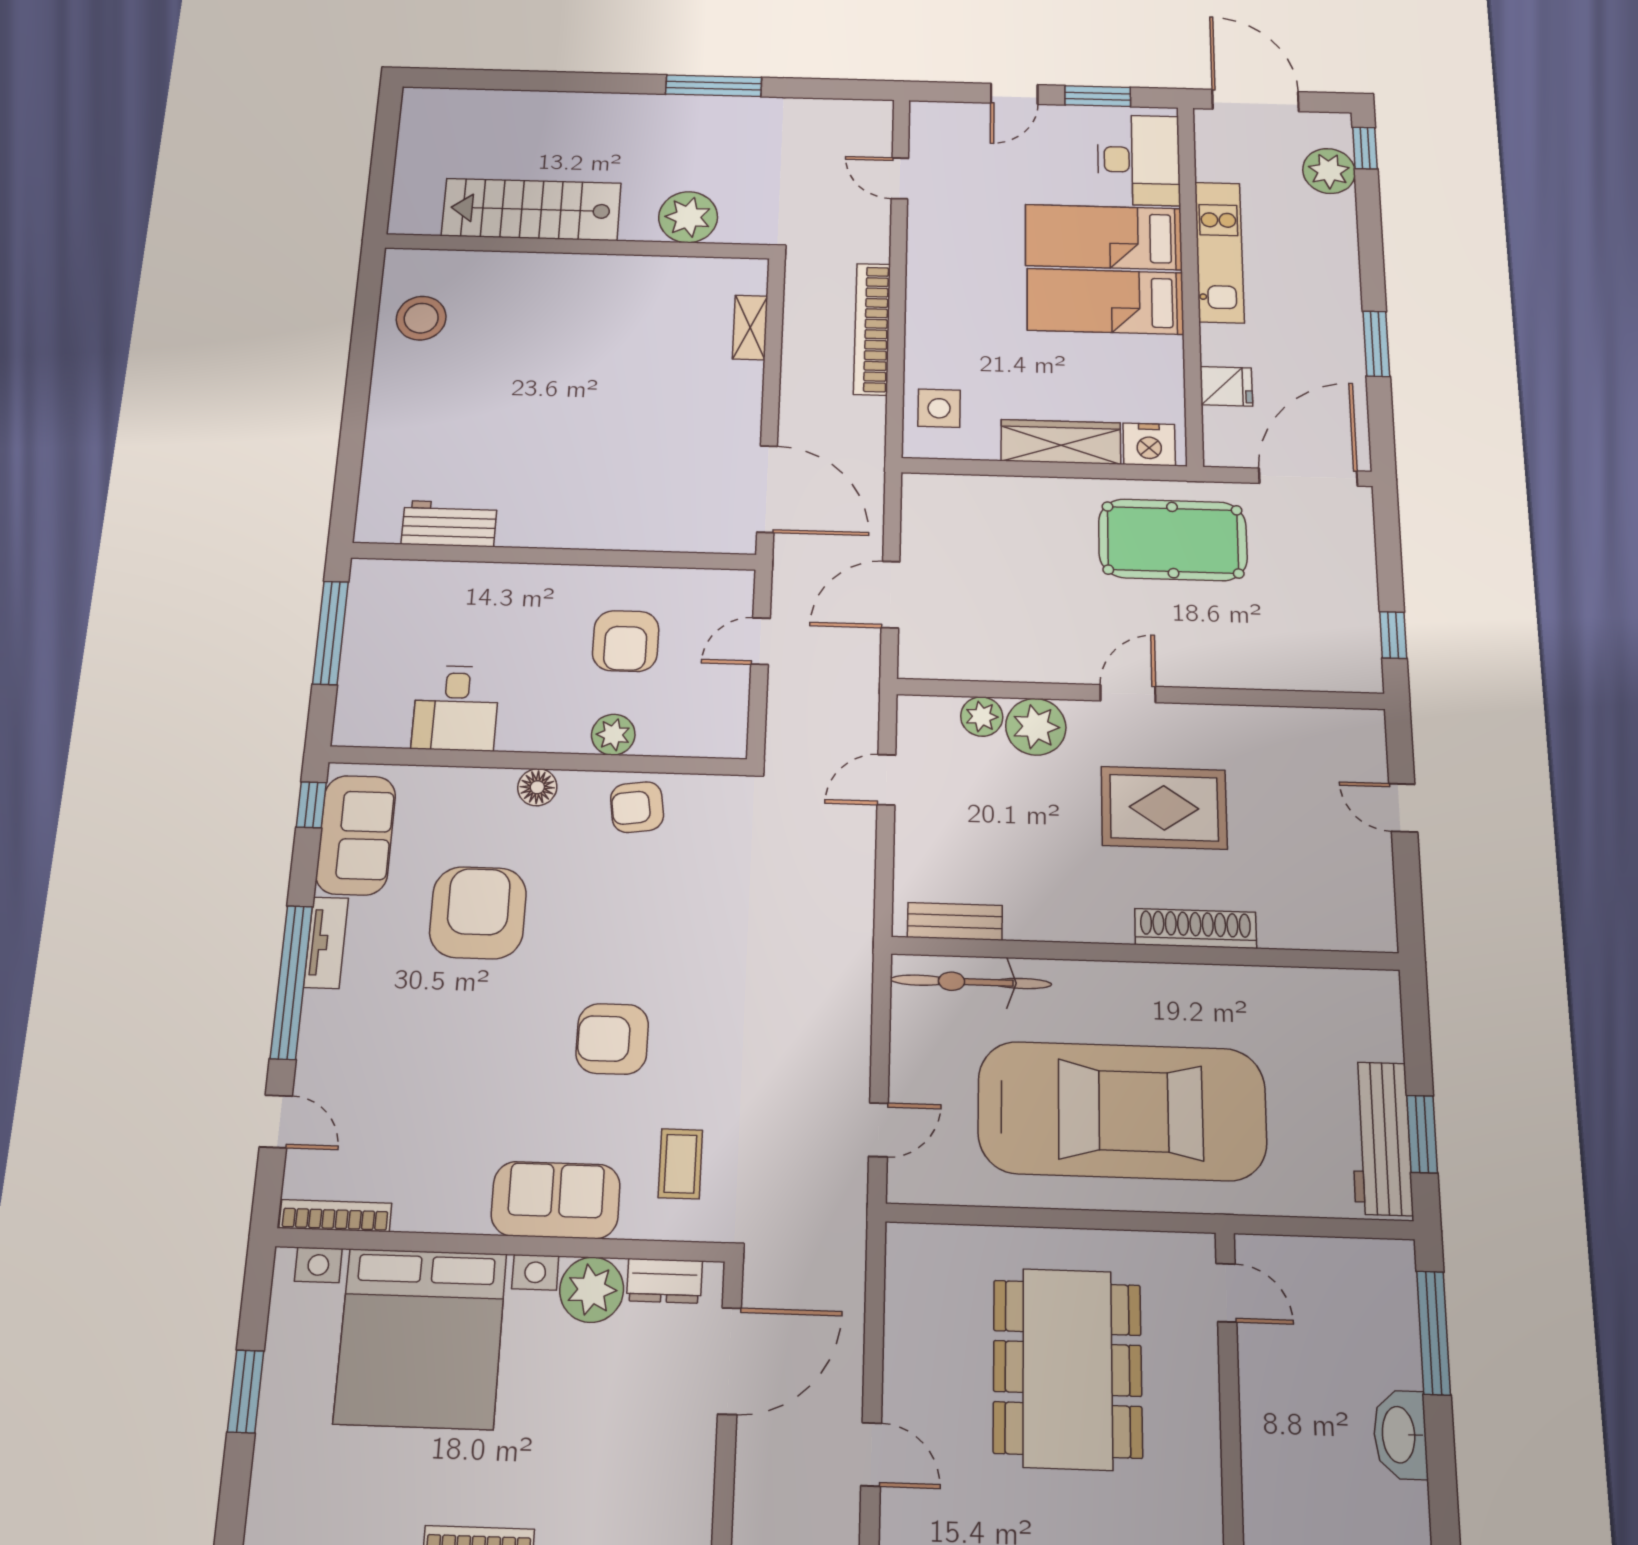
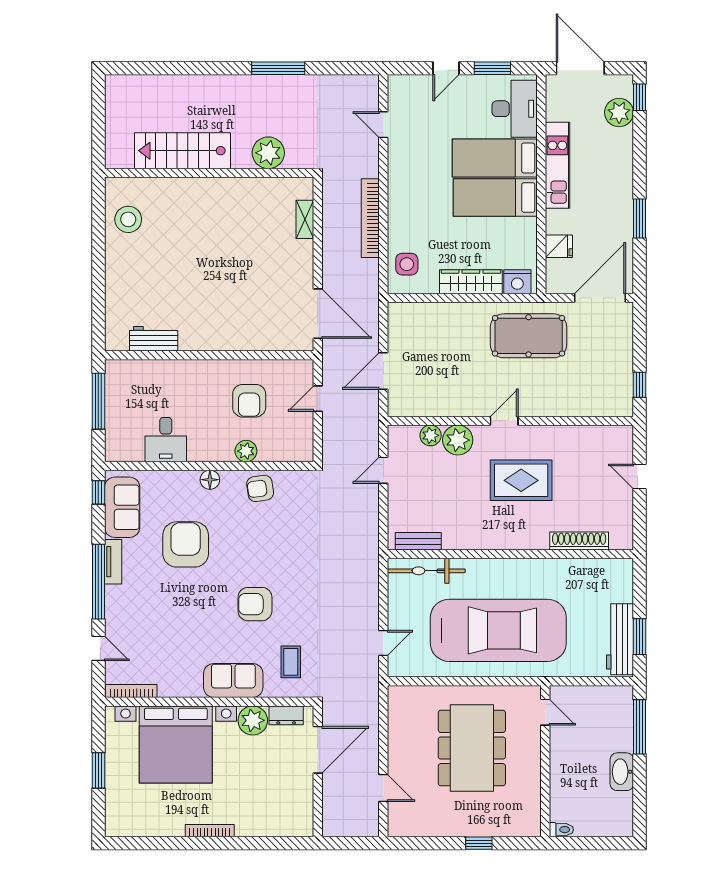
shoe rack: (1196, 928) -> (579, 541), moved

